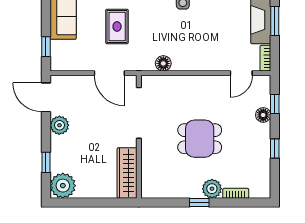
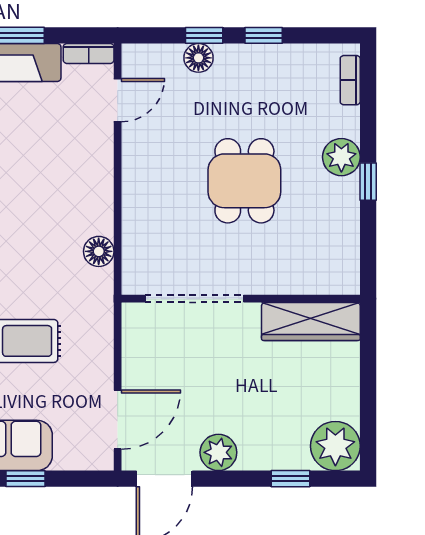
window: (46, 47) -> (25, 479), moved
door: (109, 73) -> (118, 420), moved
door: (241, 73) -> (118, 100), hinge flipped
window: (275, 104) -> (204, 35), moved
bookcase: (236, 193) -> (350, 80), moved

